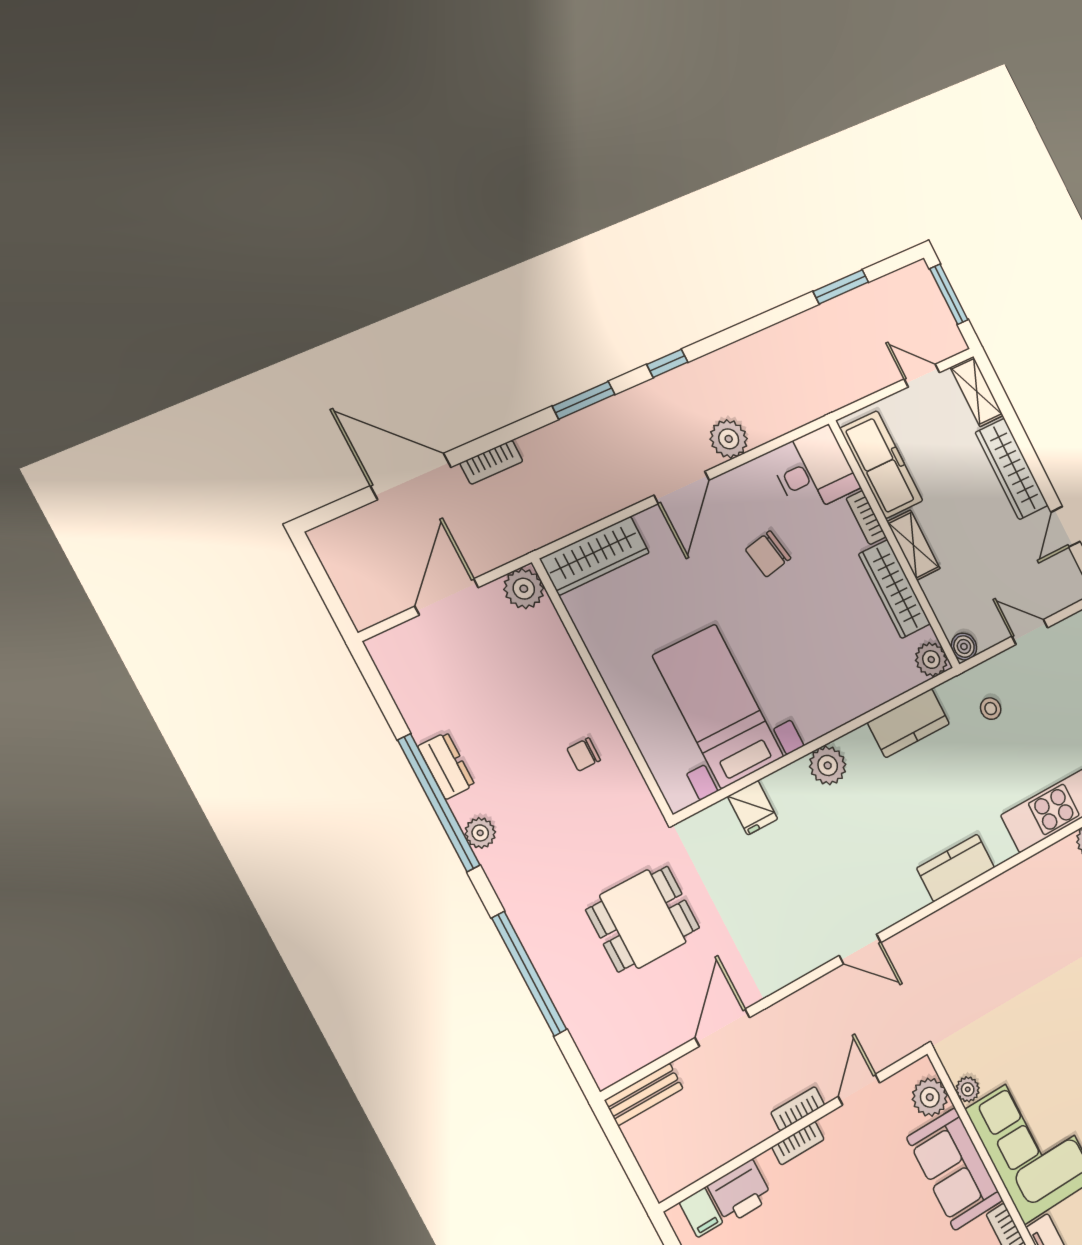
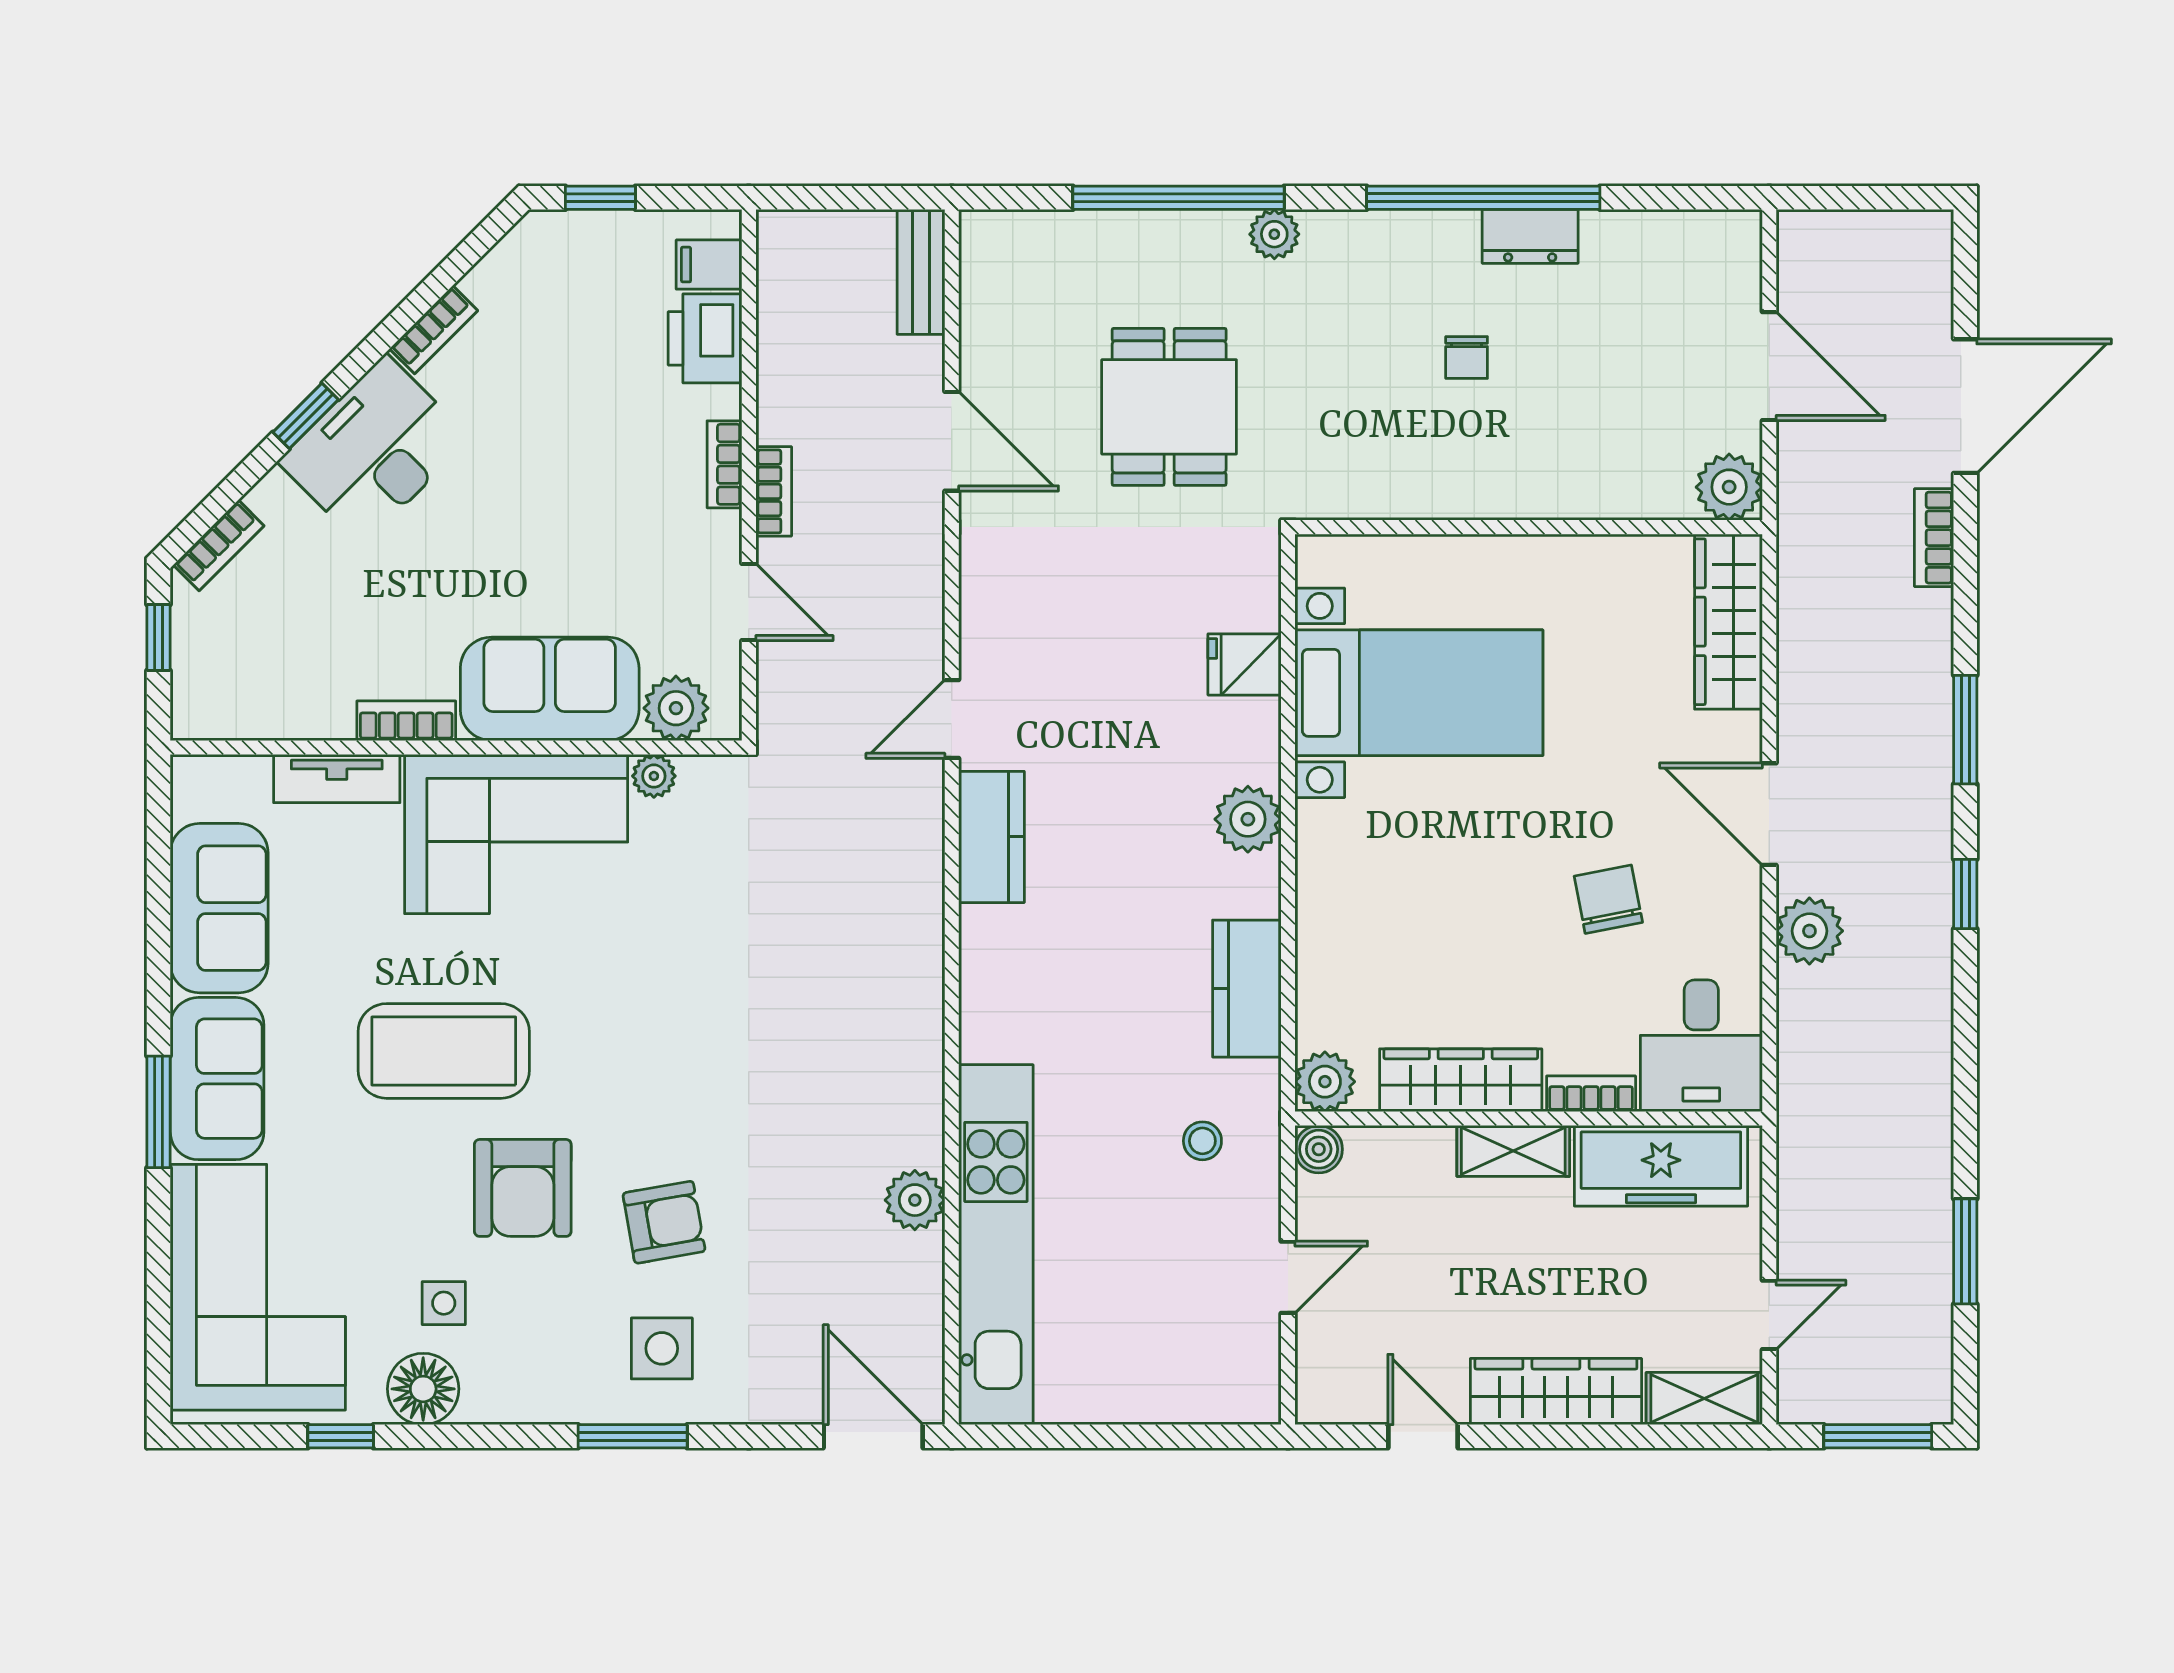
chair: (584, 754) -> (1467, 358), moved, turned 180
plant: (480, 833) -> (1274, 234), moved
kitchen counter: (956, 868) -> (991, 837), moved

